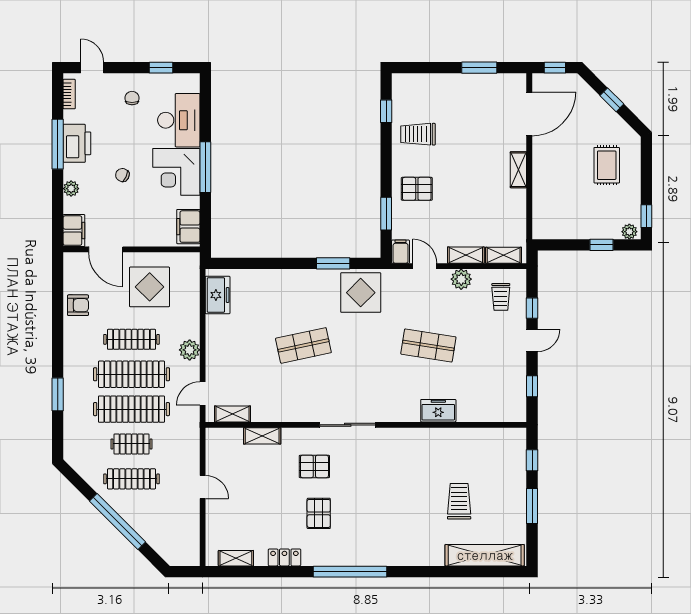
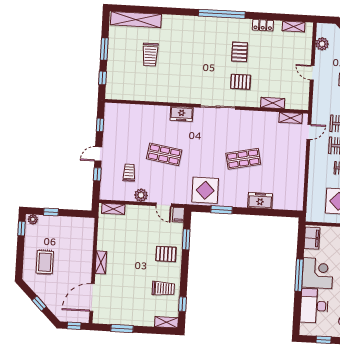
shelving: (466, 255) -> (166, 322), moved
freezer: (218, 295) -> (260, 201), moved, turned 90
trolley: (501, 297) -> (129, 173), moved
plant: (190, 350) -> (322, 44), moved
freezer: (438, 411) -> (182, 114), moved

